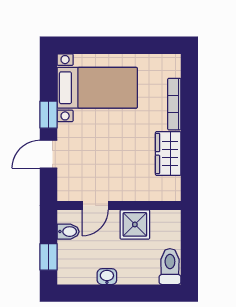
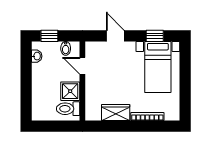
window: (48, 115) -> (155, 36), moved
toilet: (170, 267) -> (68, 109), moved, turned 180
washbasin: (107, 277) -> (37, 56), moved

